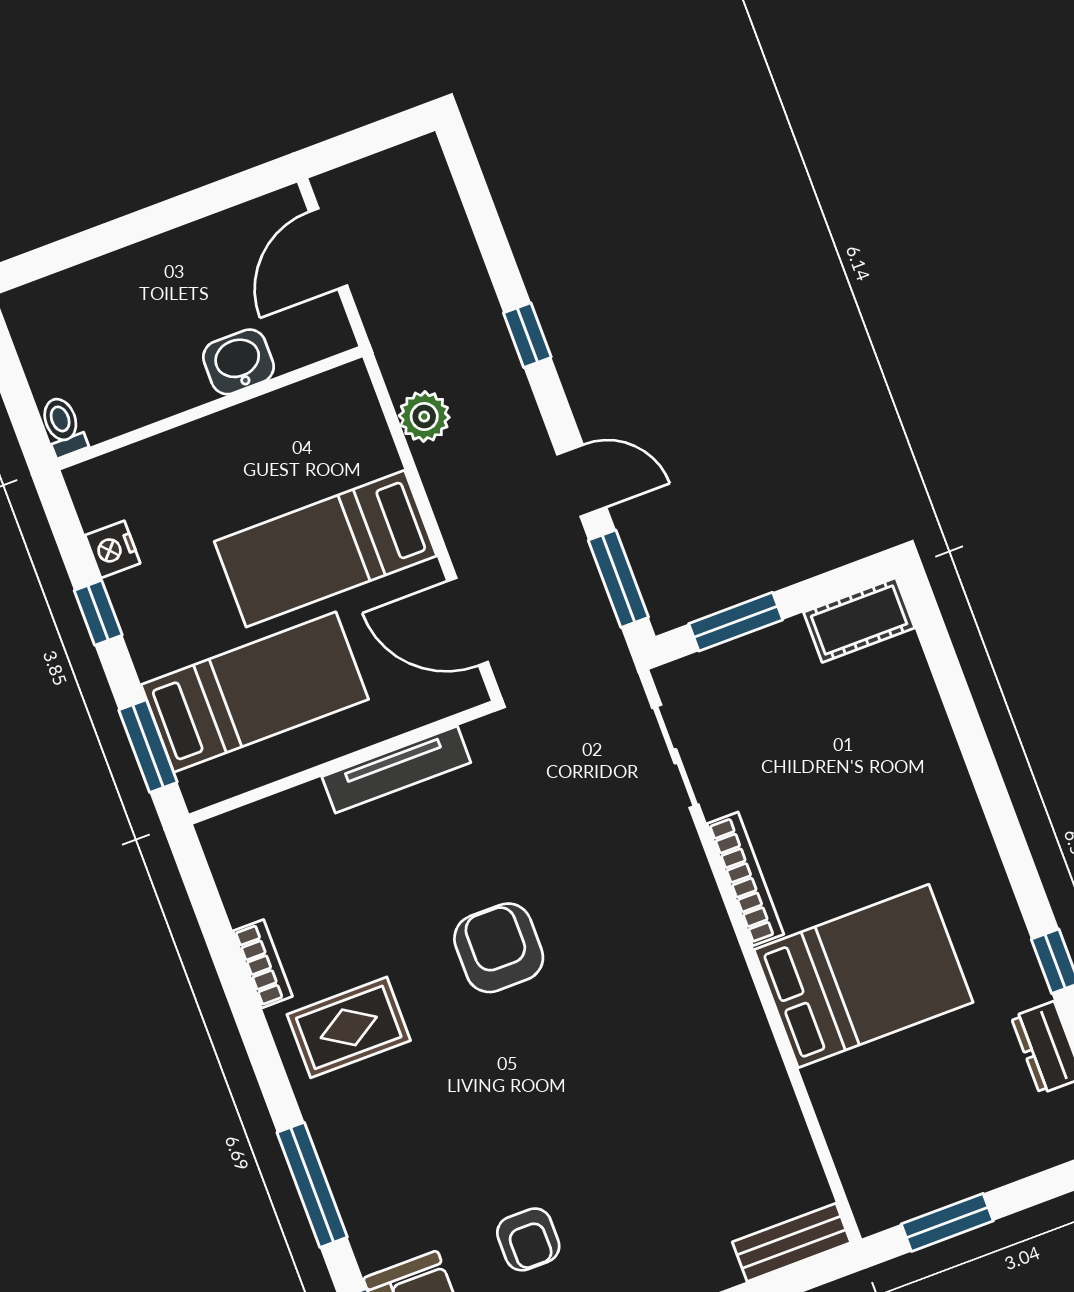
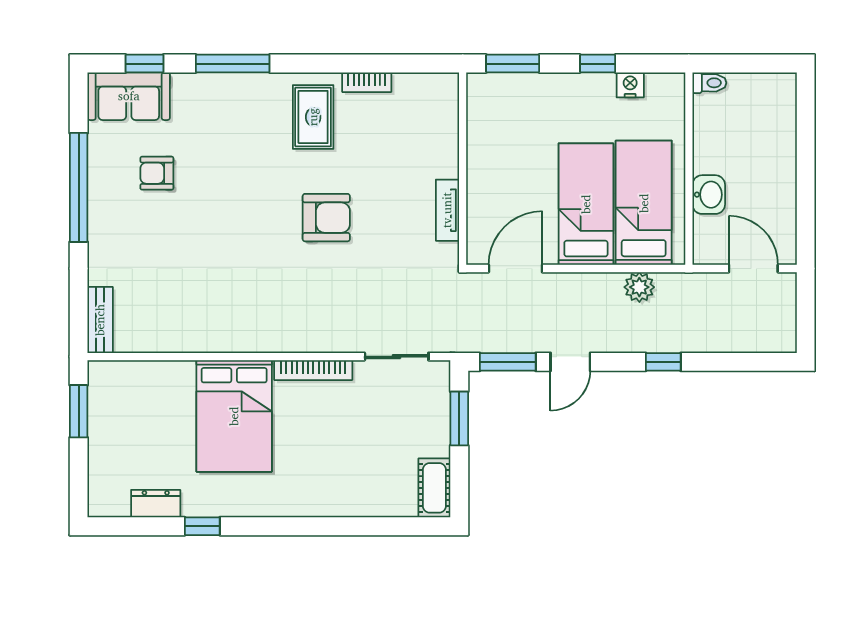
bed: (255, 692) -> (644, 203), moved, turned 180
tv unit: (396, 770) -> (447, 210), width x0.71

